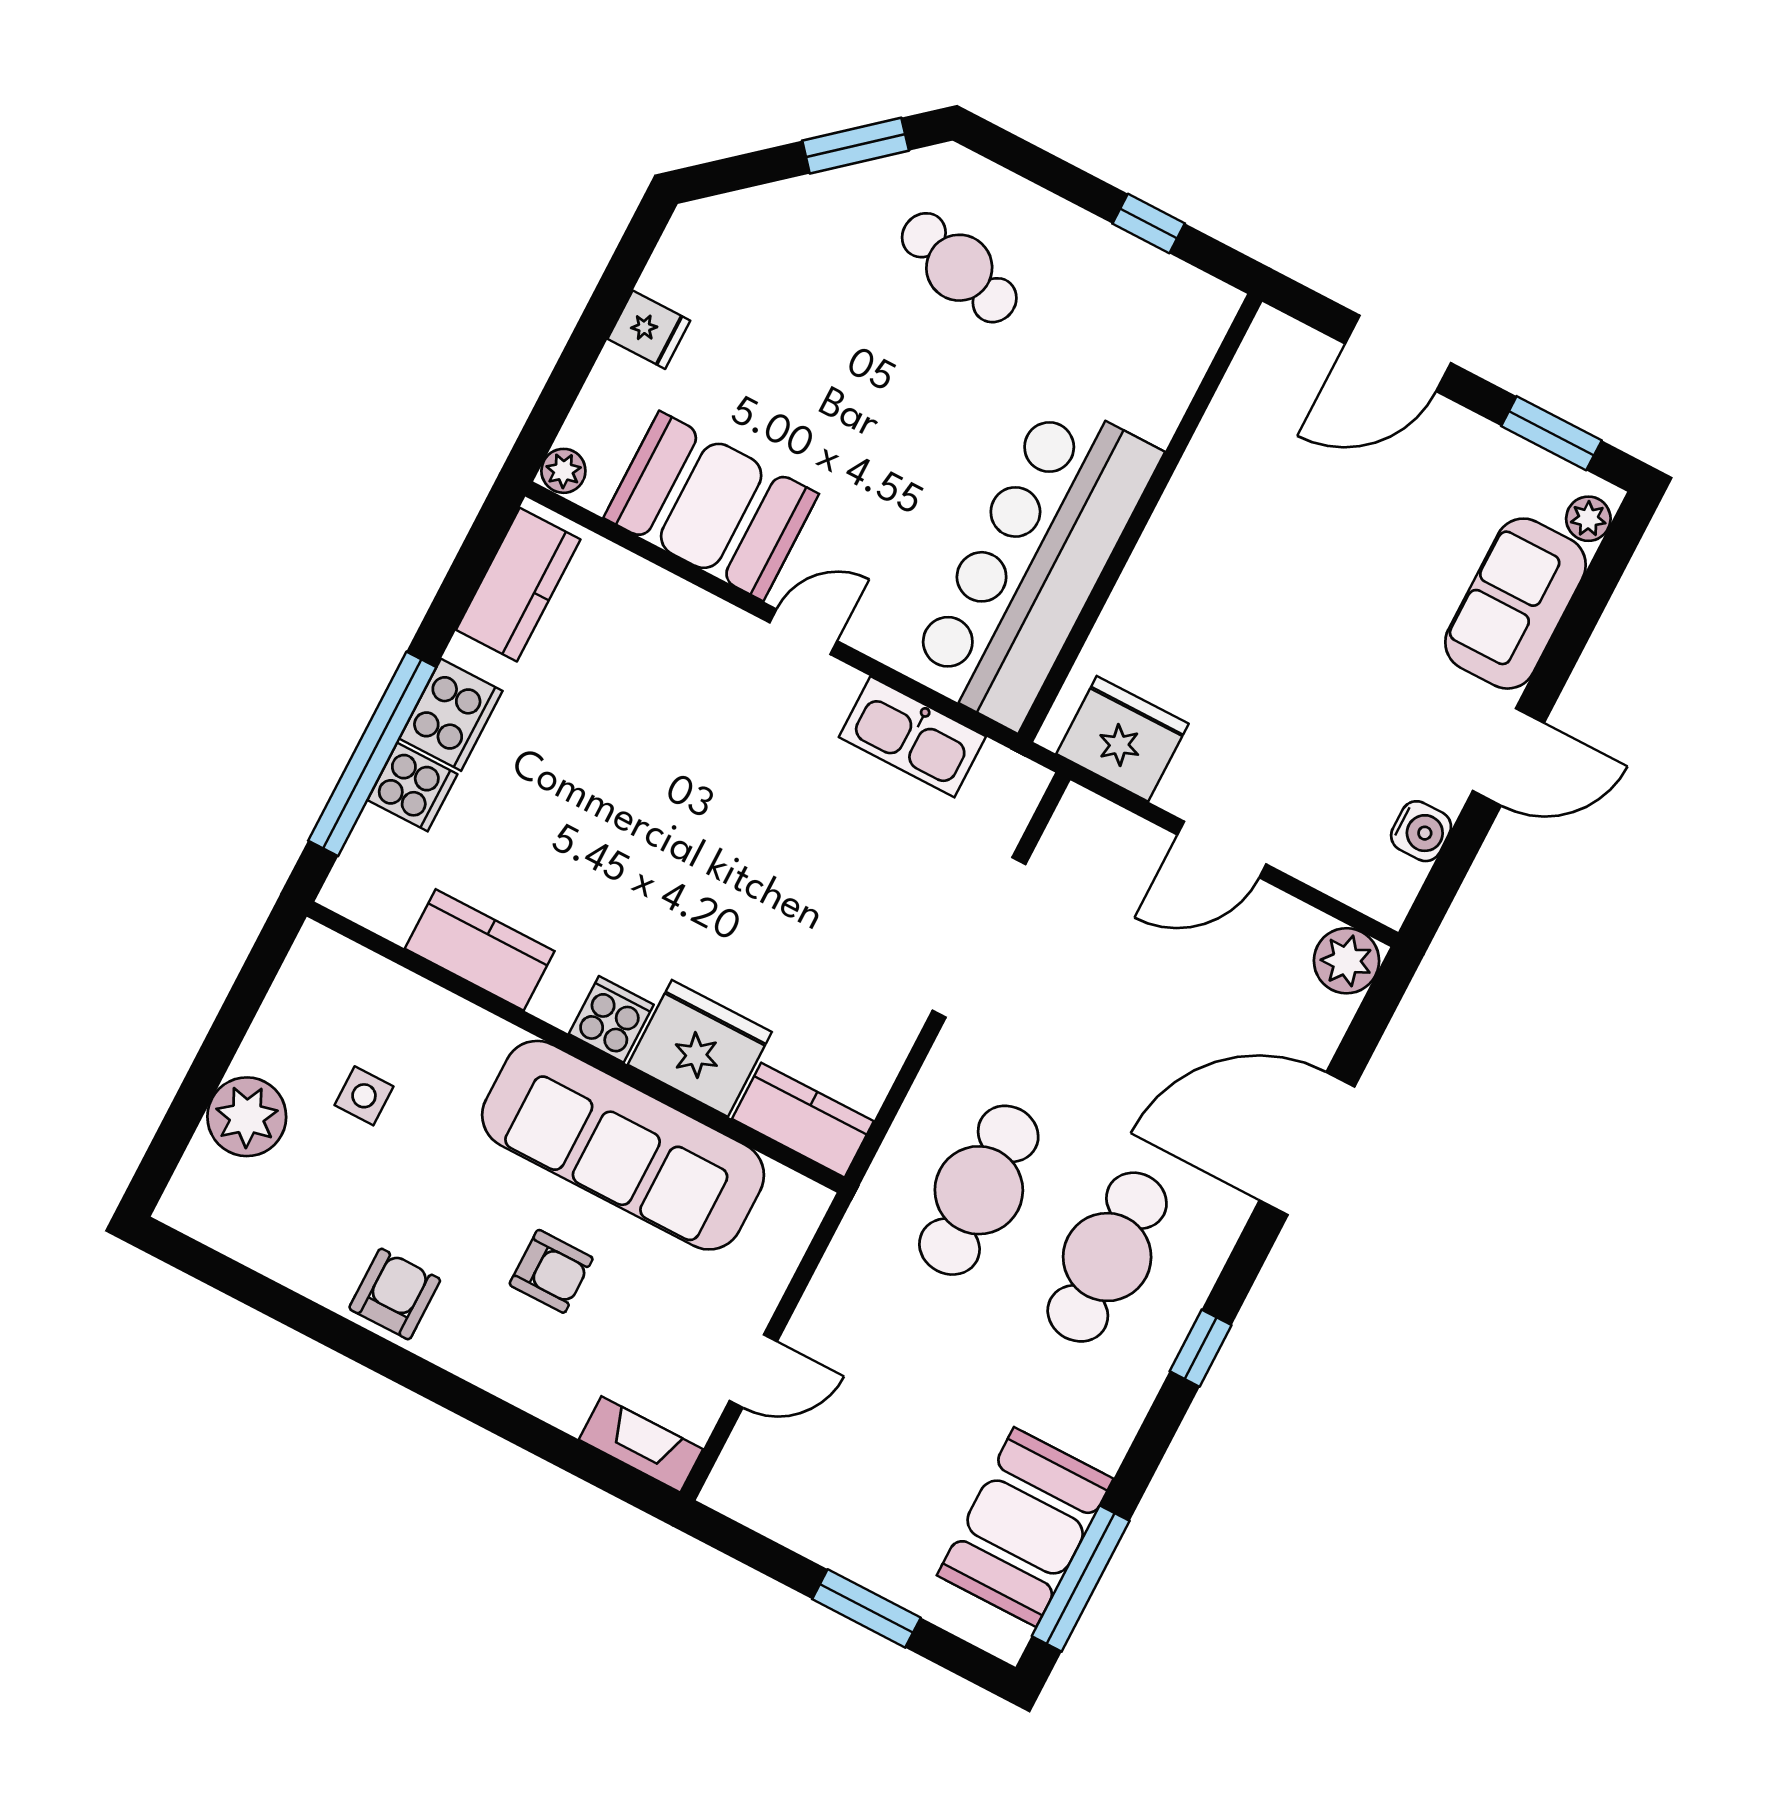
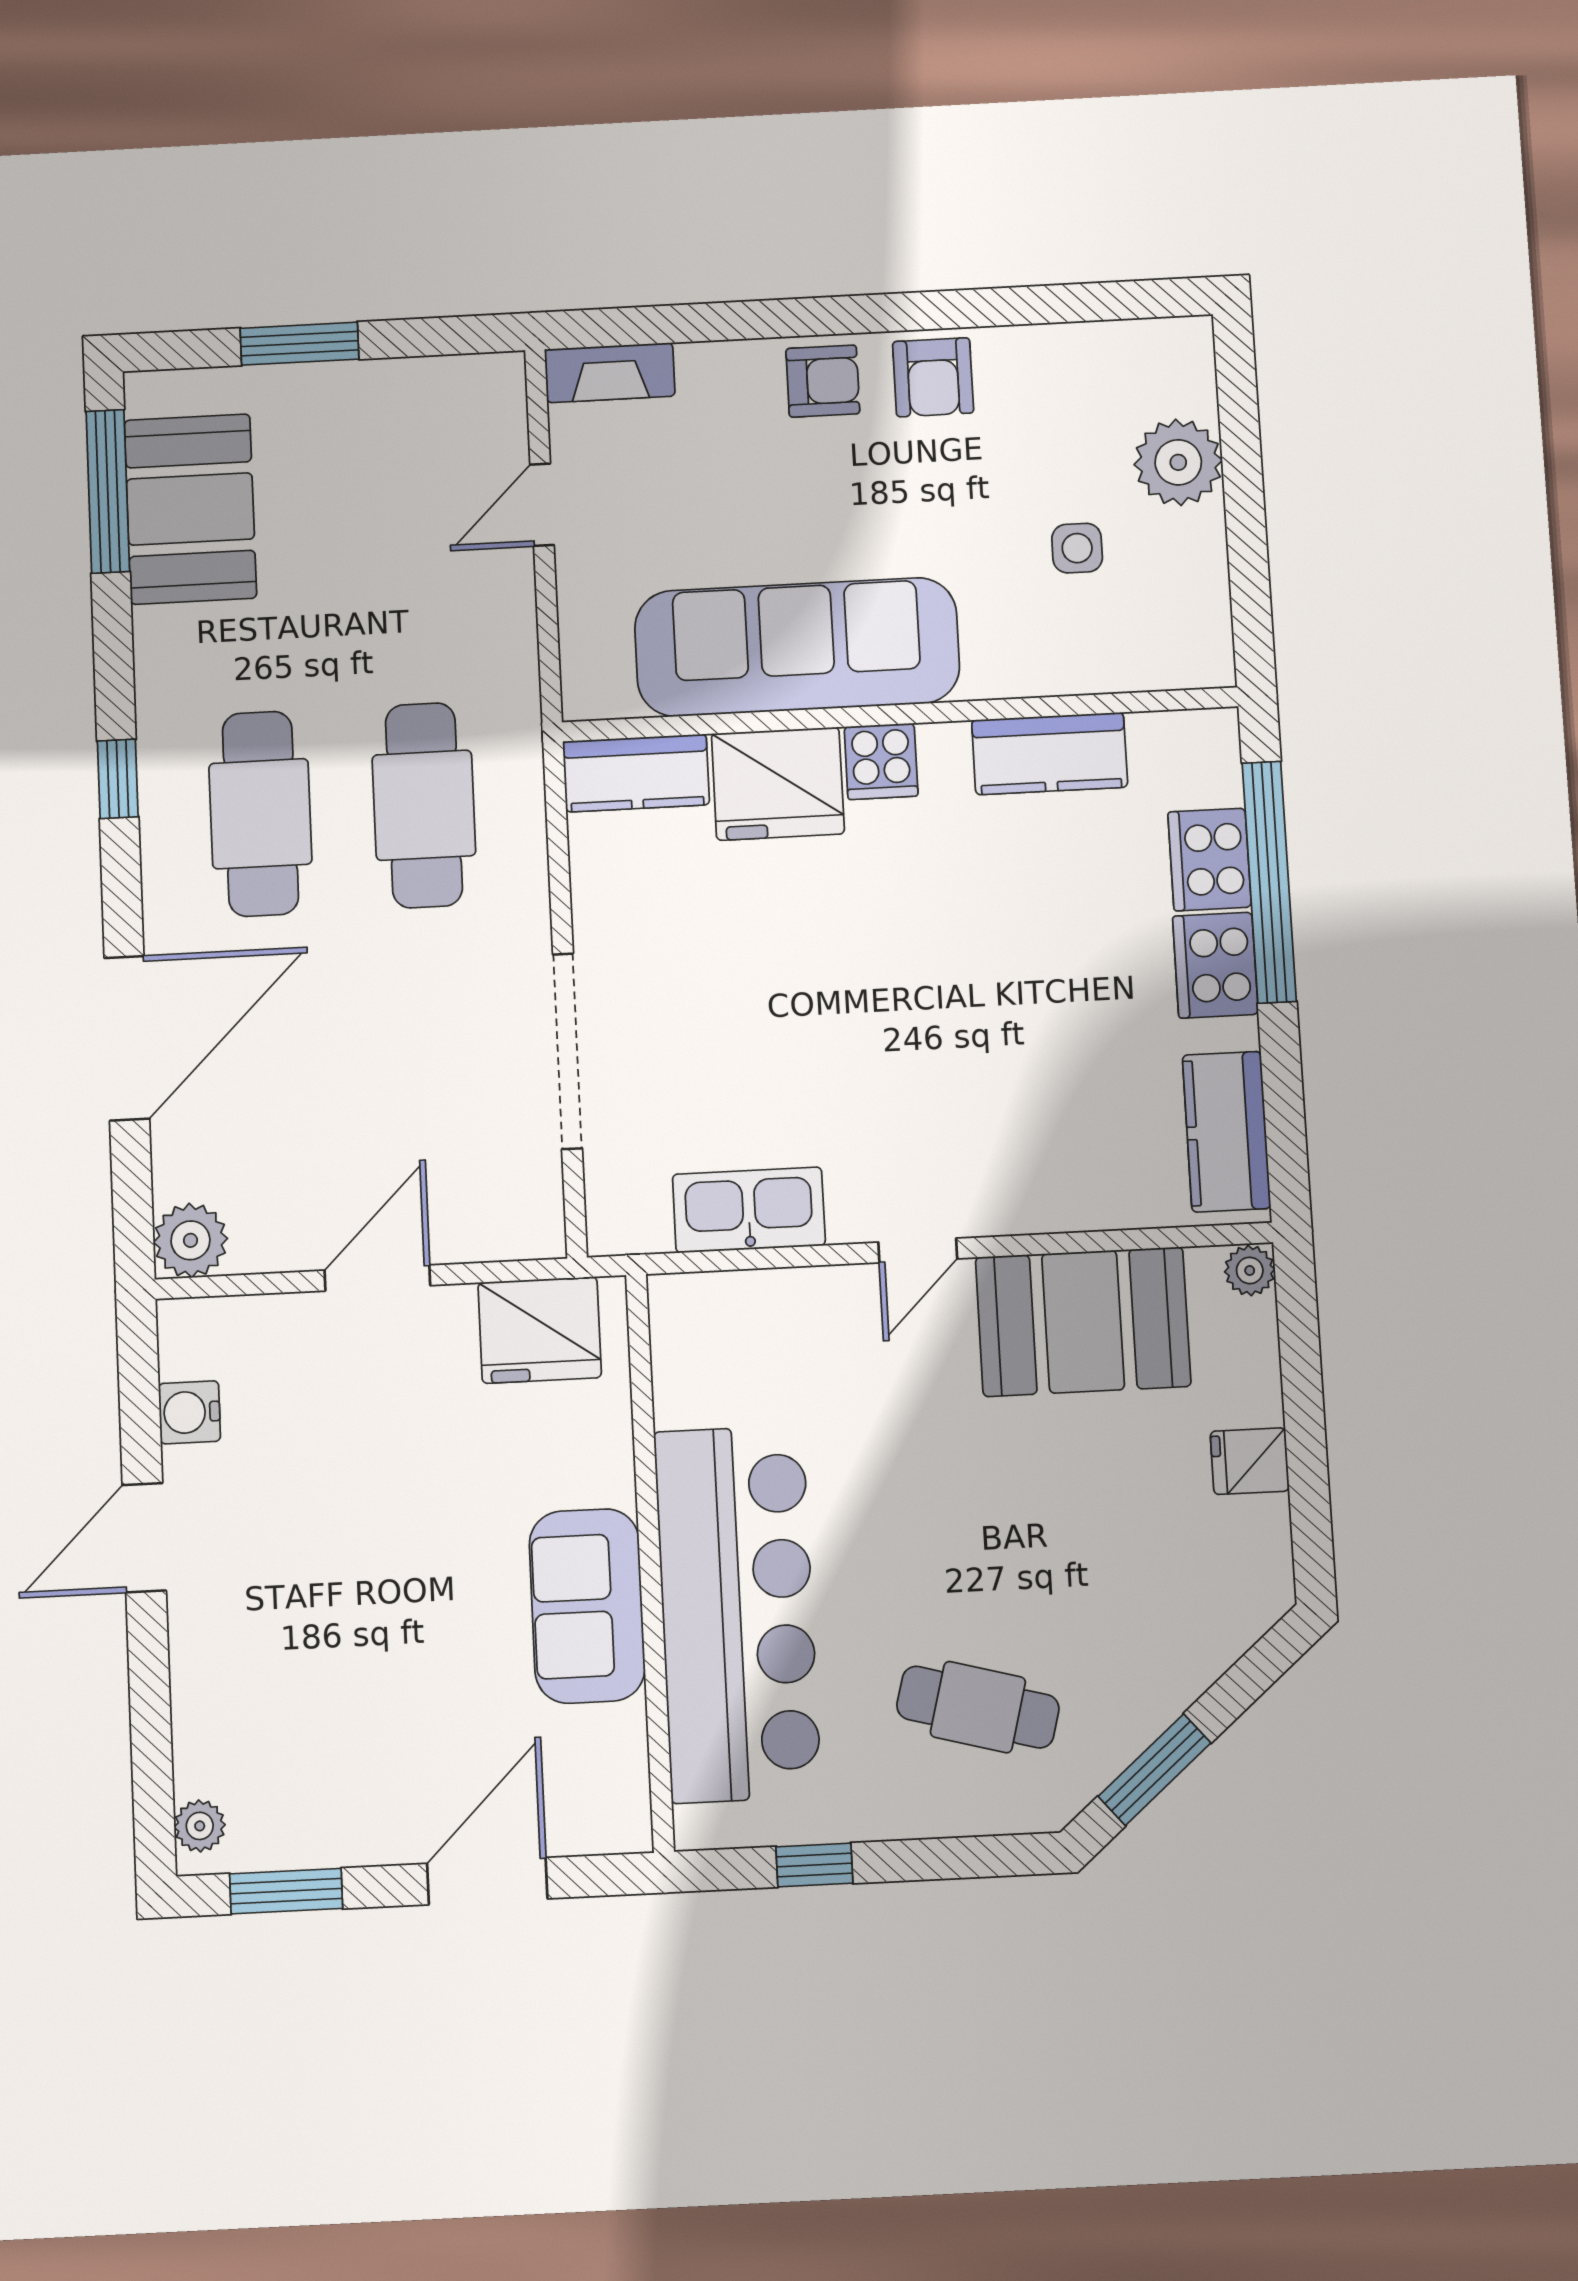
bar counter: (1034, 563) -> (737, 1613), moved
sofa: (1516, 604) -> (587, 1606), moved, turned 180
cooker: (412, 787) -> (1210, 859), width x1.36
armchair: (551, 1271) -> (823, 381), moved, turned 180

